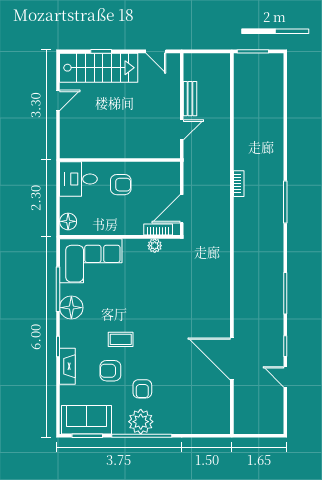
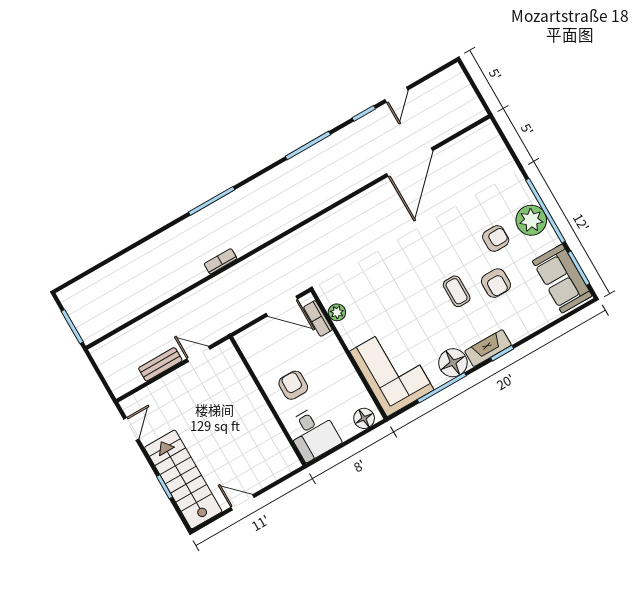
fireplace: (67, 366) -> (488, 348), moved

